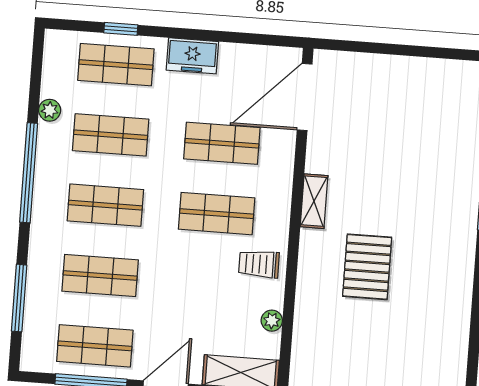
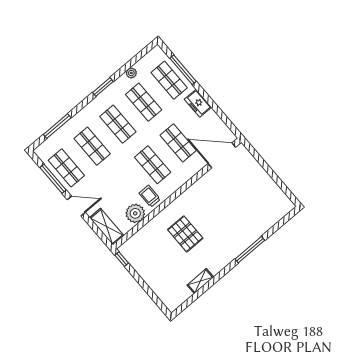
window: (121, 29) -> (183, 70), width x2.17
window: (29, 173) -> (103, 87), width x0.47
shelving: (314, 201) -> (200, 281), moved
pallet: (367, 267) -> (185, 234), turned 90
plant: (272, 321) -> (135, 213), width x1.87, depth x1.87

